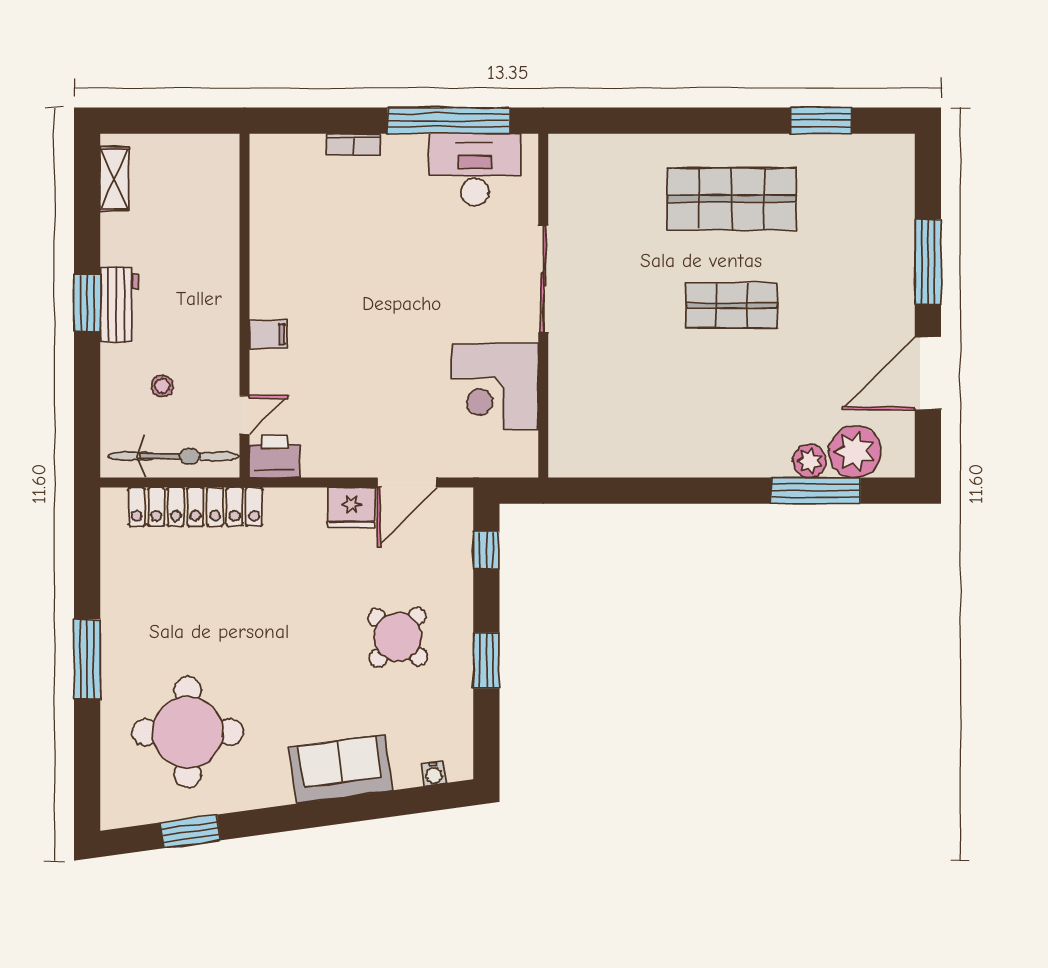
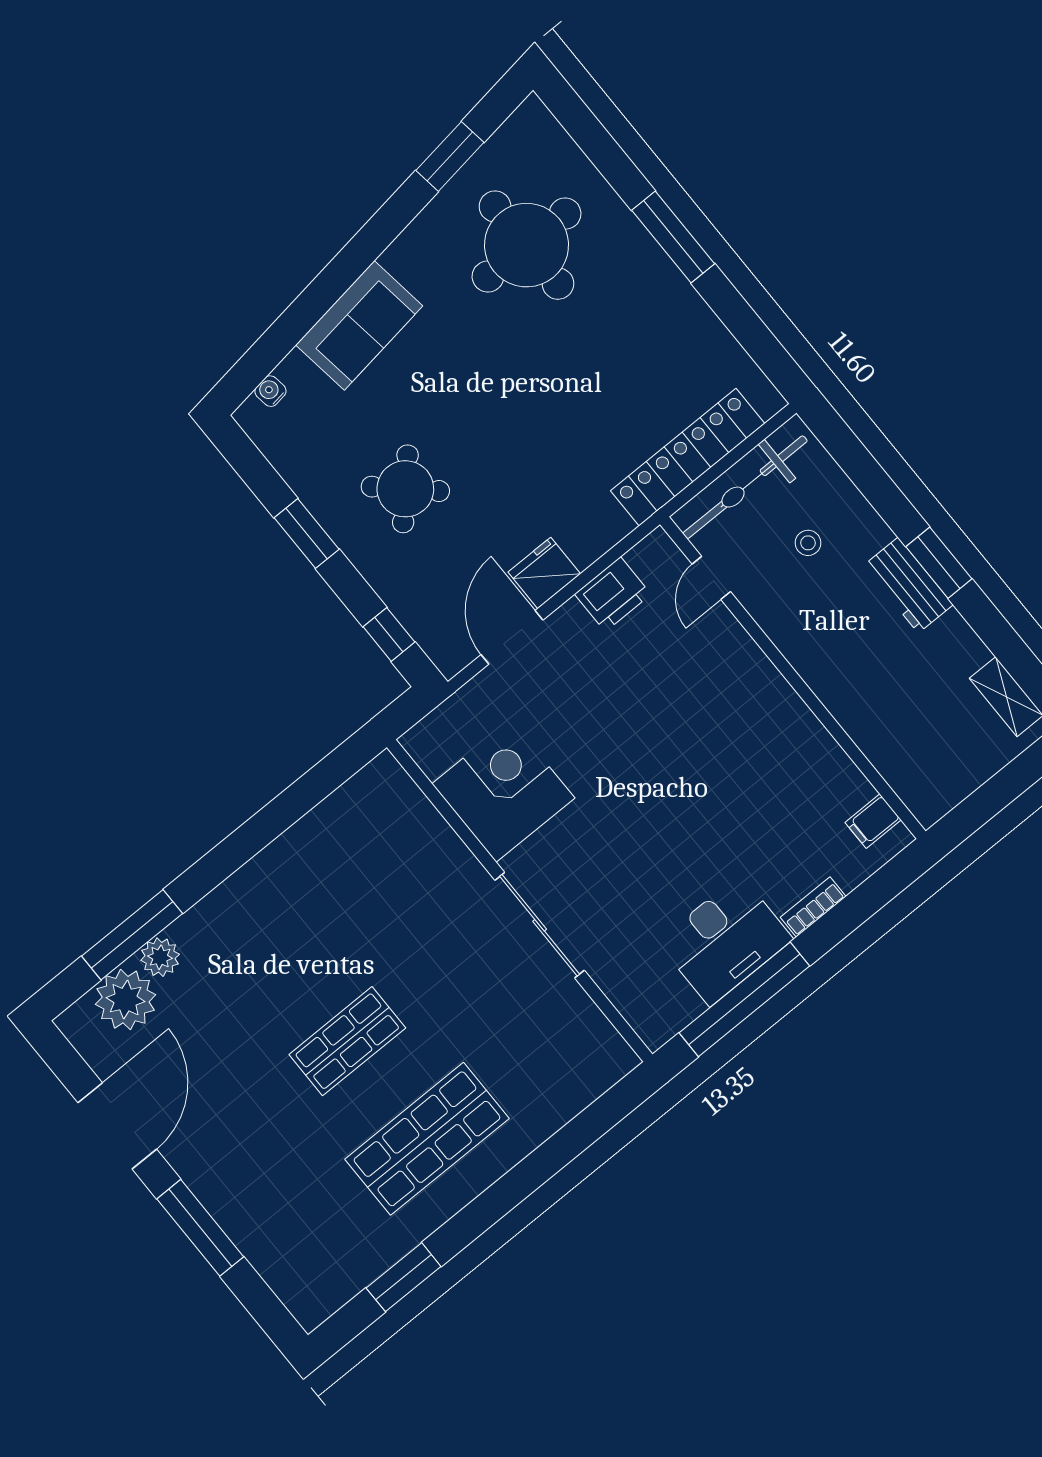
desk: (475, 170) -> (725, 940), moved
filing cabinet: (269, 334) -> (873, 821), moved
printer: (275, 457) -> (613, 594), moved

